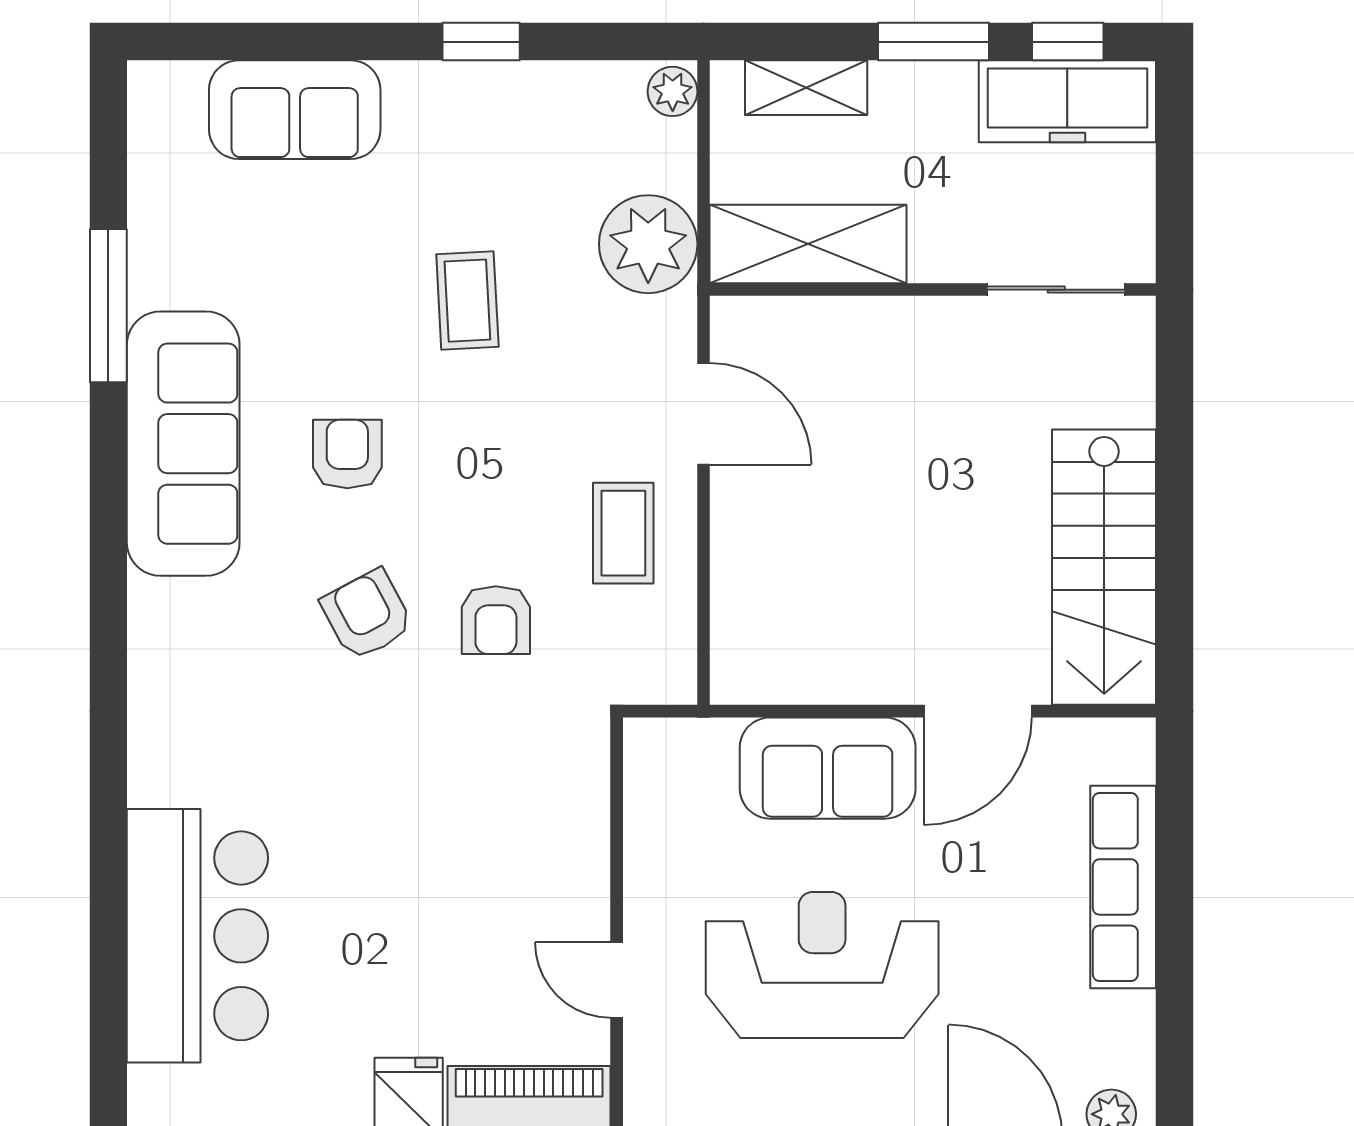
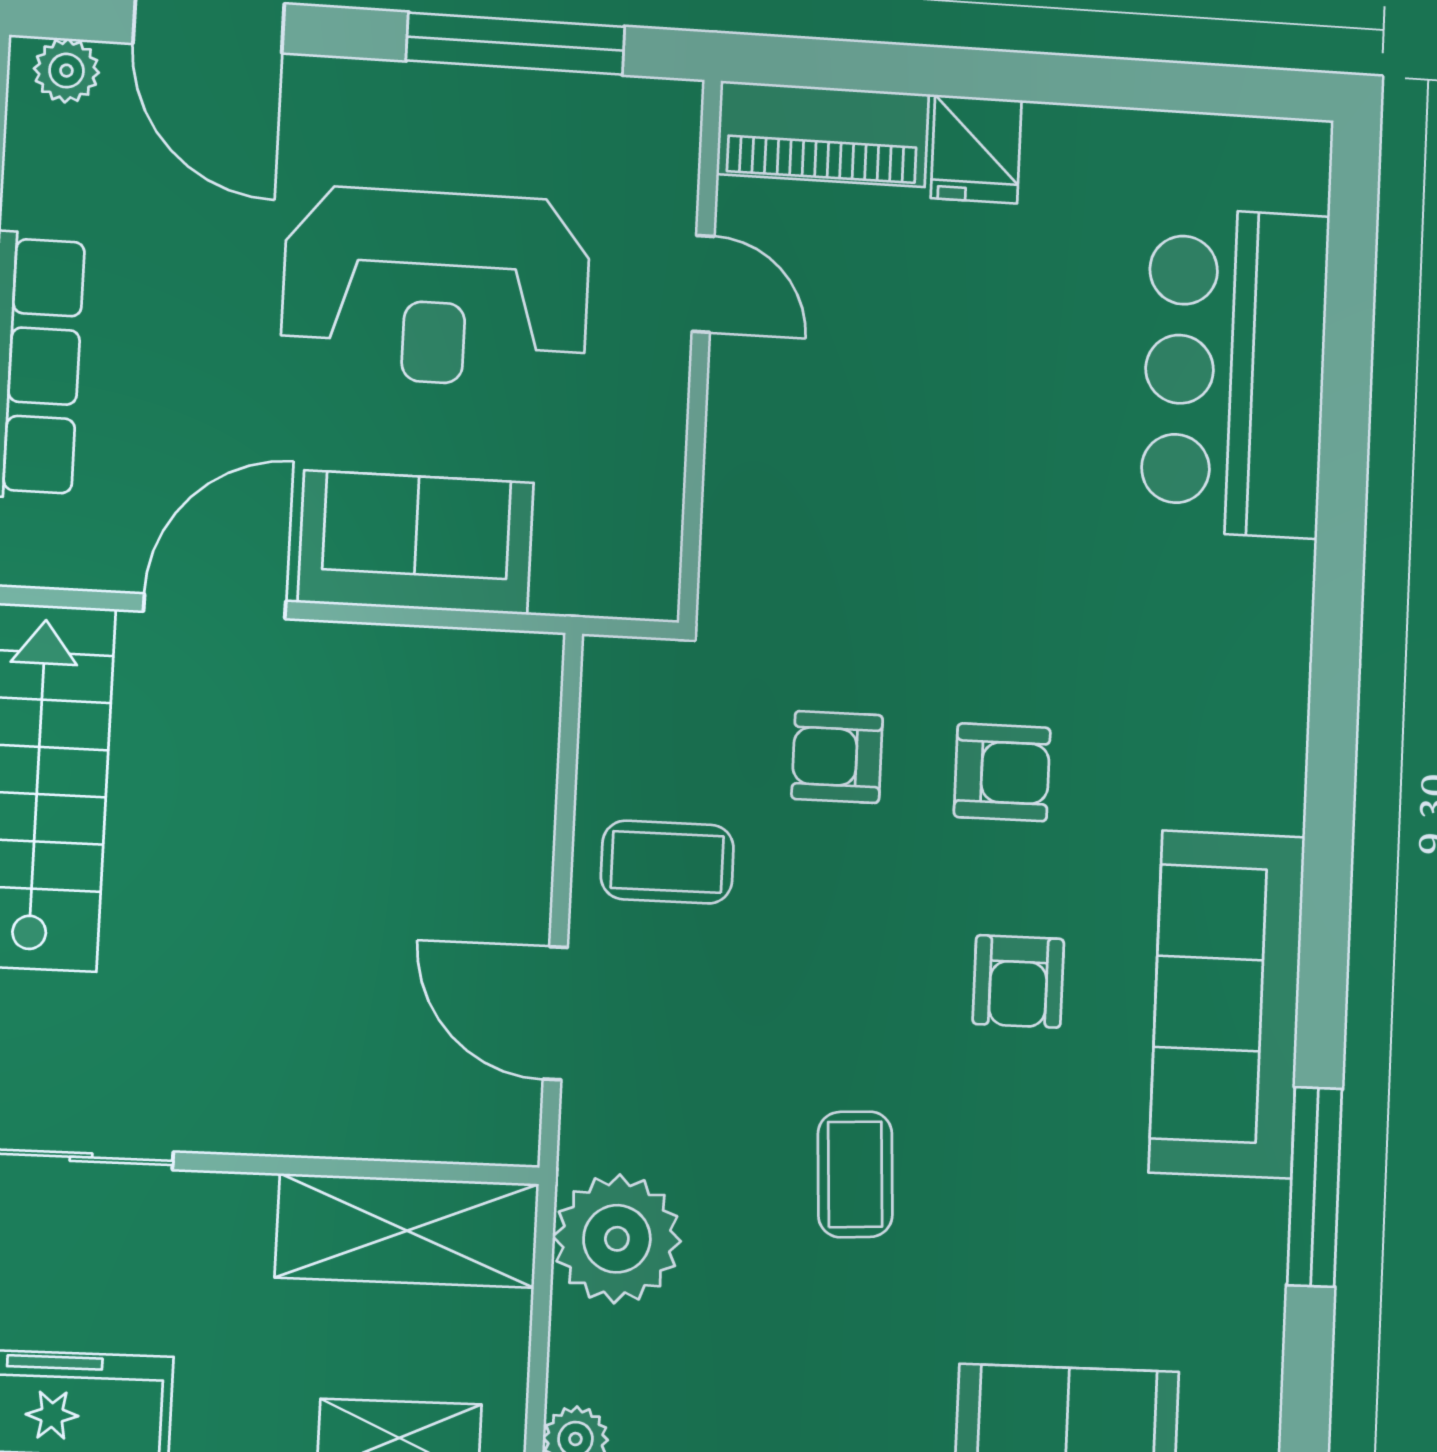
coffee table: (623, 533) -> (667, 862), turned 90
armchair: (367, 615) -> (1002, 772), turned -62
armchair: (496, 620) -> (837, 757), turned -90

